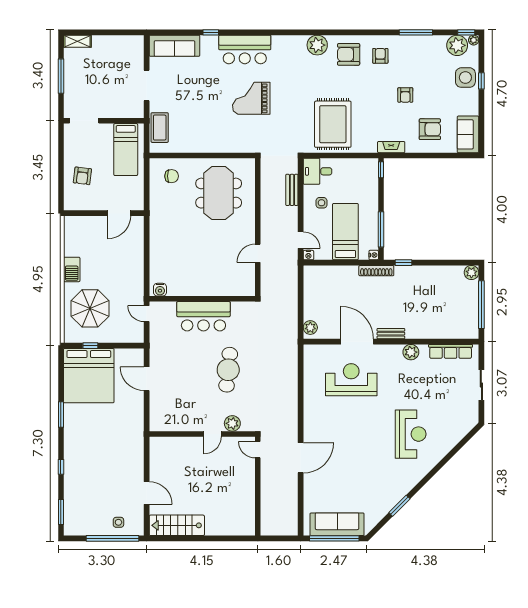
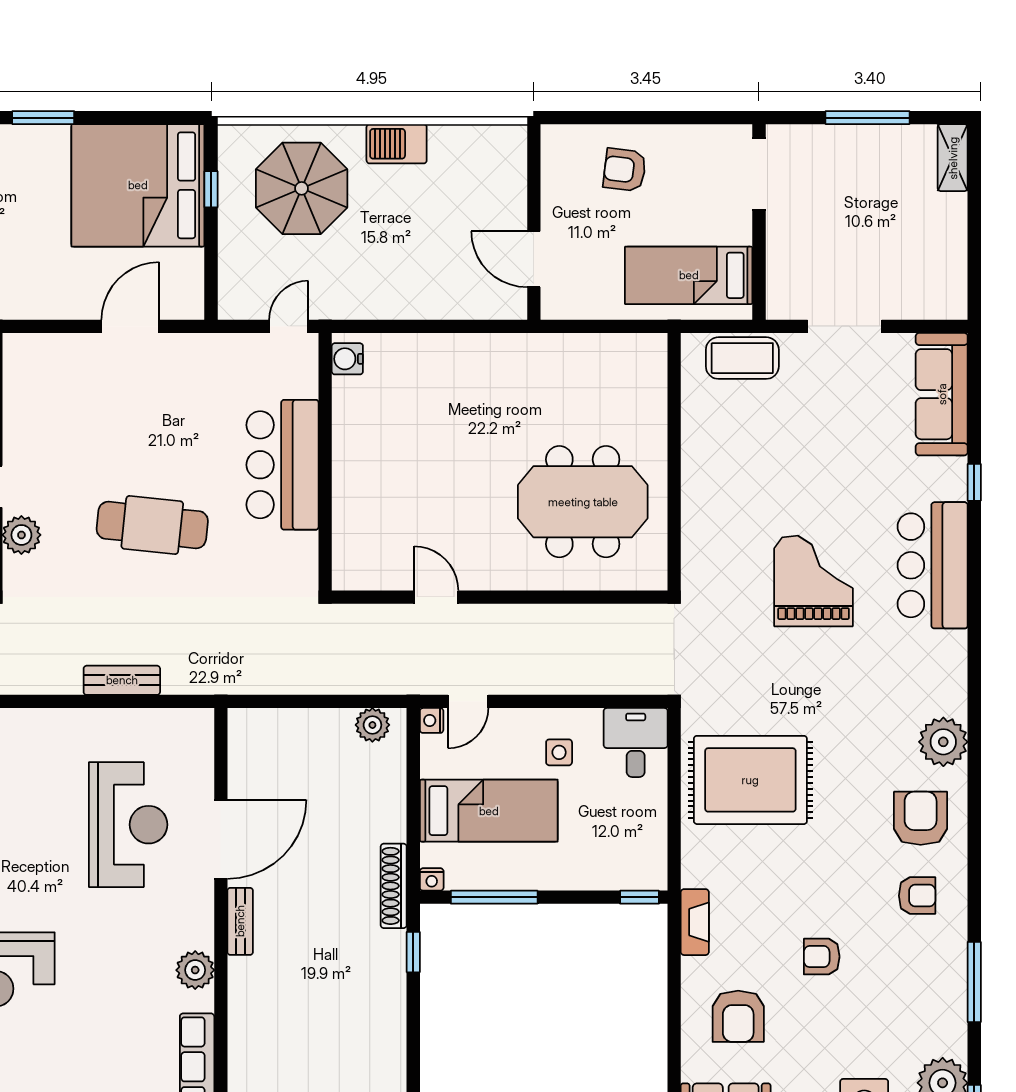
chair: (172, 176) -> (624, 387), removed
bench: (292, 190) -> (122, 680), moved
plant: (310, 328) -> (372, 725), moved

